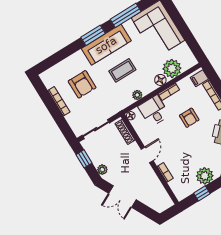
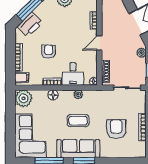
plant: (172, 69) -> (23, 98), moved

